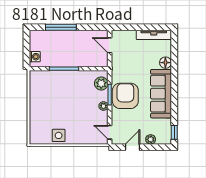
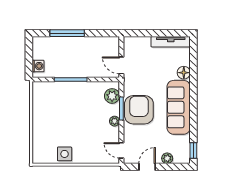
door: (110, 45) -> (121, 65), moved

